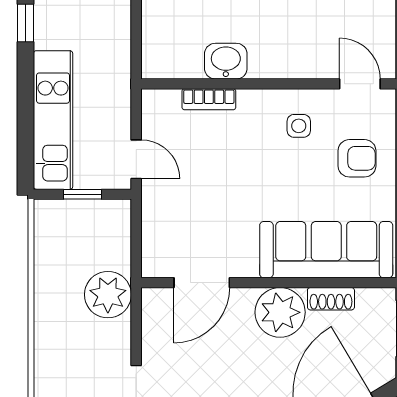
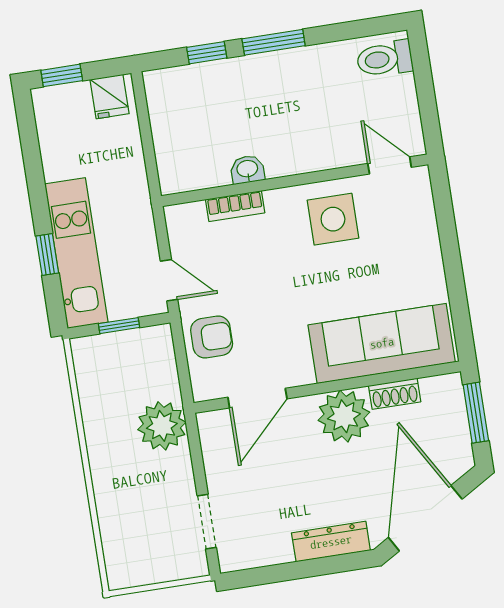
window: (26, 23) -> (47, 255), moved
washbasin: (226, 61) -> (247, 169), width x0.72, depth x0.69
side table: (299, 126) -> (333, 219), width x1.87, depth x1.87
armchair: (357, 158) -> (212, 337), moved

